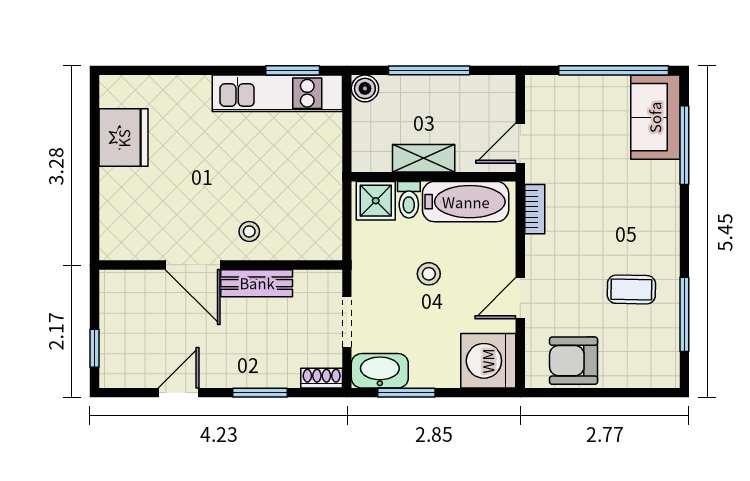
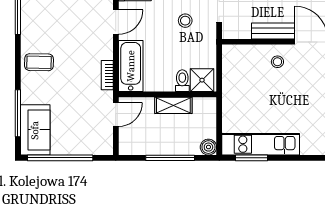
bathtub: (466, 202) -> (131, 66), moved, turned 90
stool: (429, 274) -> (185, 21), moved
coffee table: (631, 289) -> (39, 62), moved

